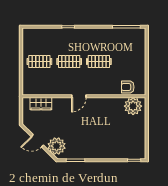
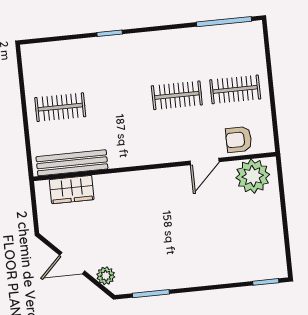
clothes rail: (69, 61) -> (235, 89), moved
bench: (42, 90) -> (72, 163), added
door: (79, 96) -> (205, 161), moved
plant: (57, 146) -> (106, 276), width x0.53, depth x0.53

